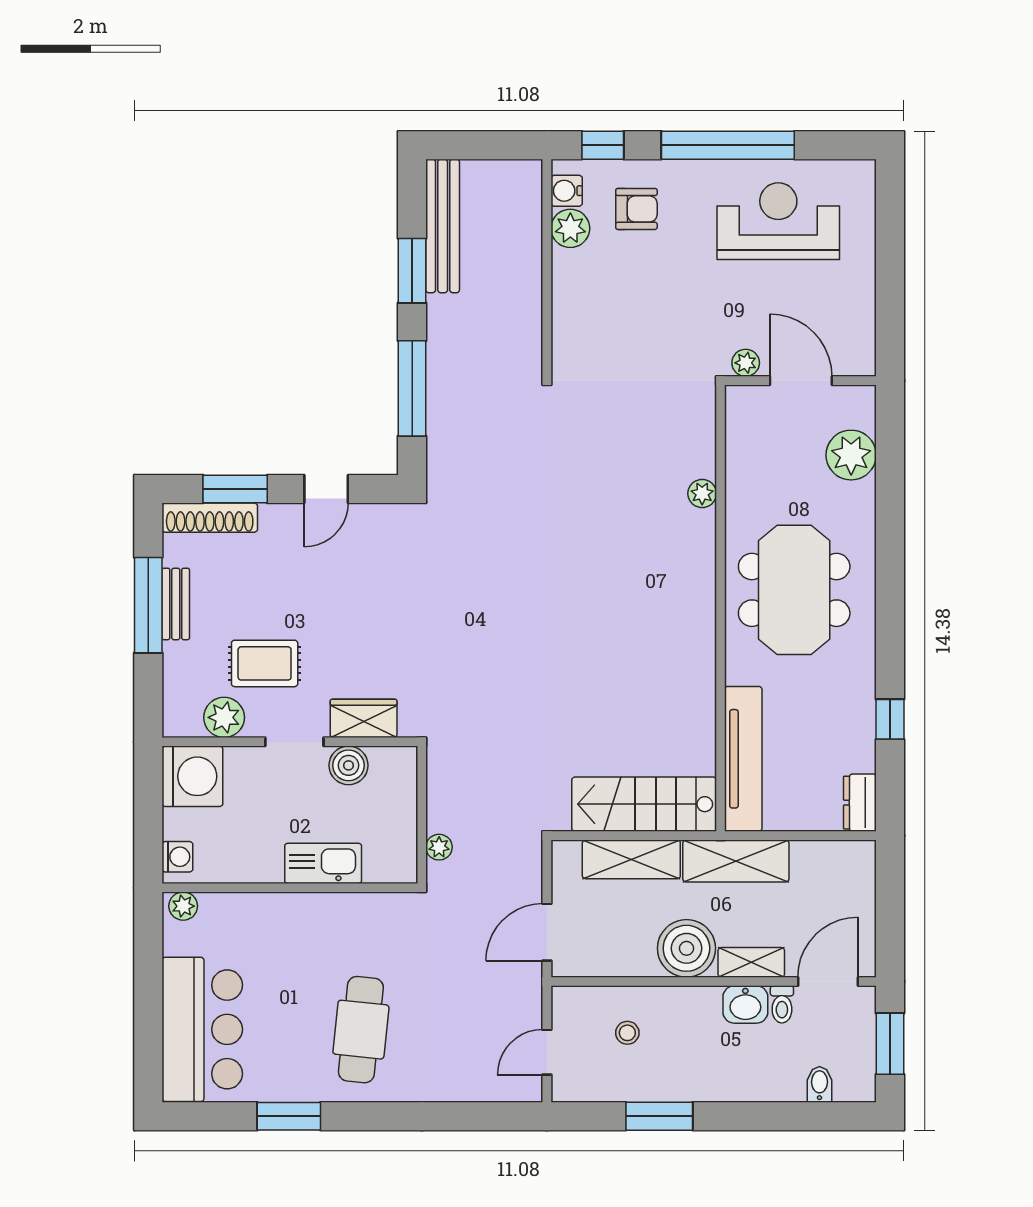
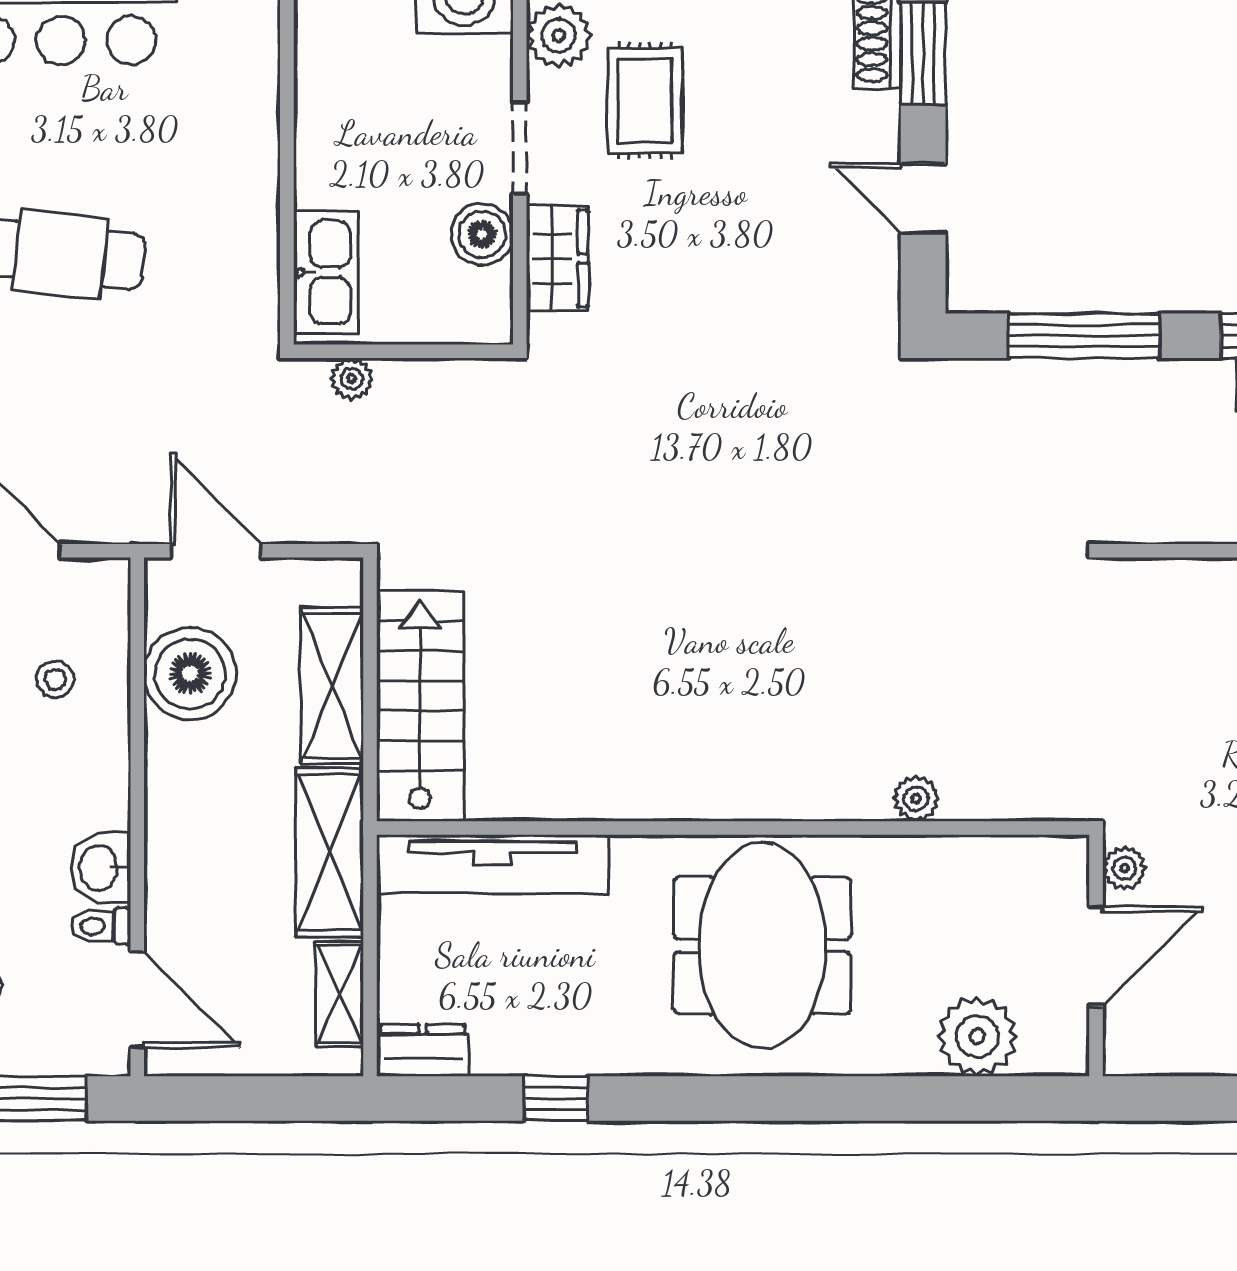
meeting table: (794, 590) -> (762, 946), turned 90
kitchen sink: (323, 863) -> (326, 272), moved
boiler: (686, 948) -> (190, 674), moved
shelving: (751, 962) -> (340, 994), moved

